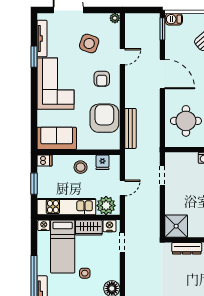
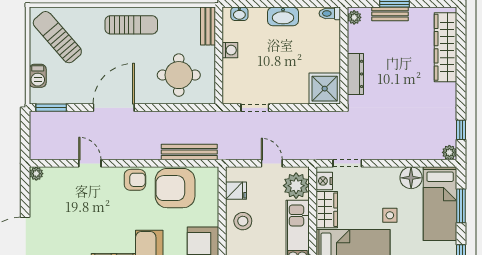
barbecue: (174, 19) -> (38, 76), moved
side table: (89, 44) -> (72, 209), removed
armchair: (102, 79) -> (135, 180), moved

